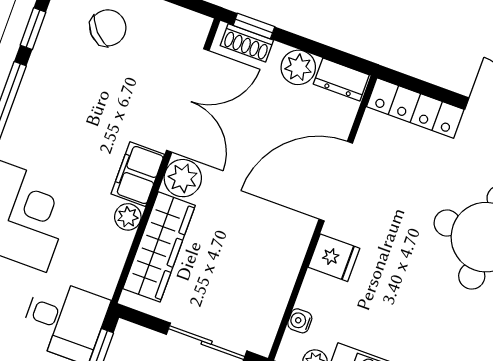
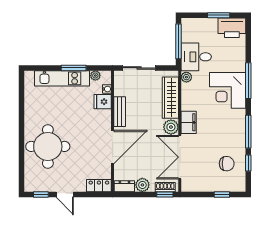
chair: (108, 28) -> (227, 164), moved, turned -137
locker: (415, 108) -> (99, 186), width x0.66
plant: (128, 217) -> (186, 77), moved
bench: (289, 257) -> (120, 112), added
fridge: (334, 258) -> (103, 102), moved

